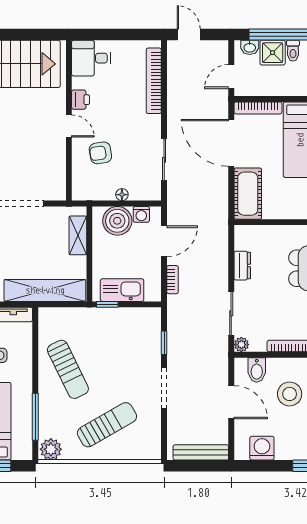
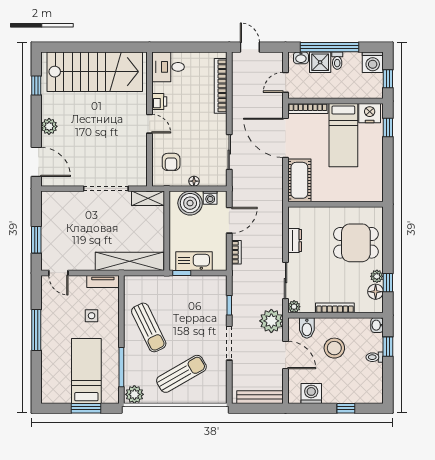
armchair: (100, 153) -> (171, 162), moved, turned -81
shelving: (78, 235) -> (148, 198), moved, turned 90
plant: (214, 362) -> (271, 321), added

